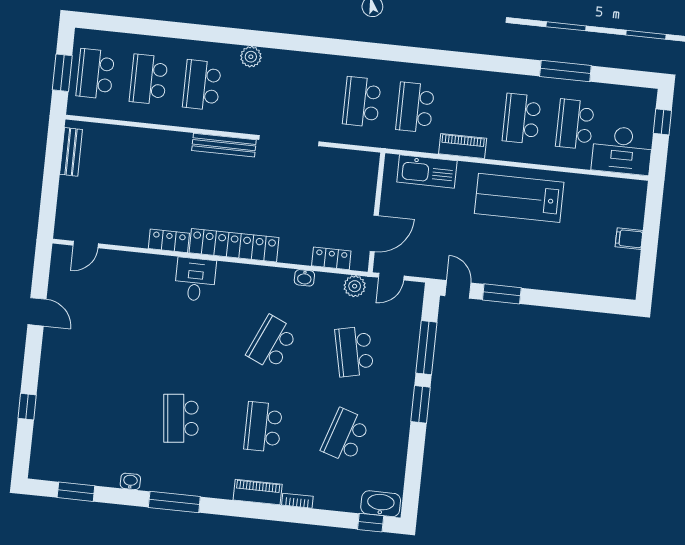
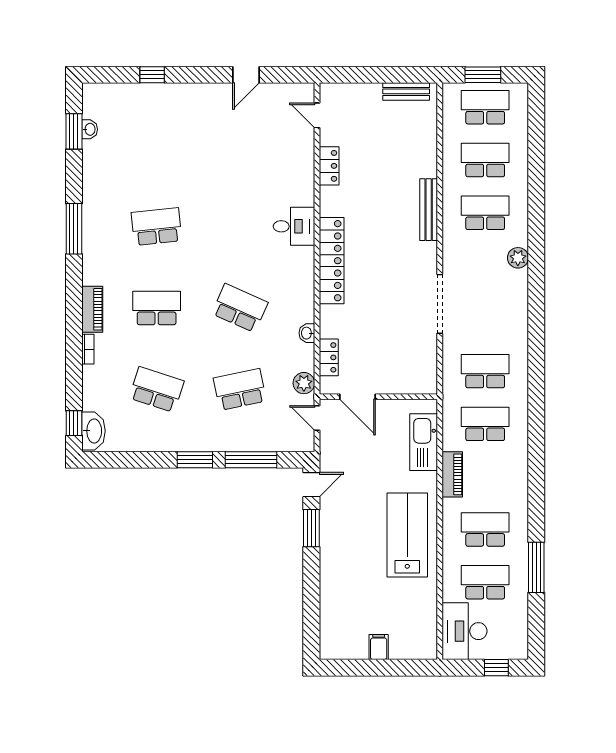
bench: (224, 145) -> (429, 210), moved
locker: (169, 241) -> (329, 166), moved
washbasin: (130, 481) -> (90, 129), moved

